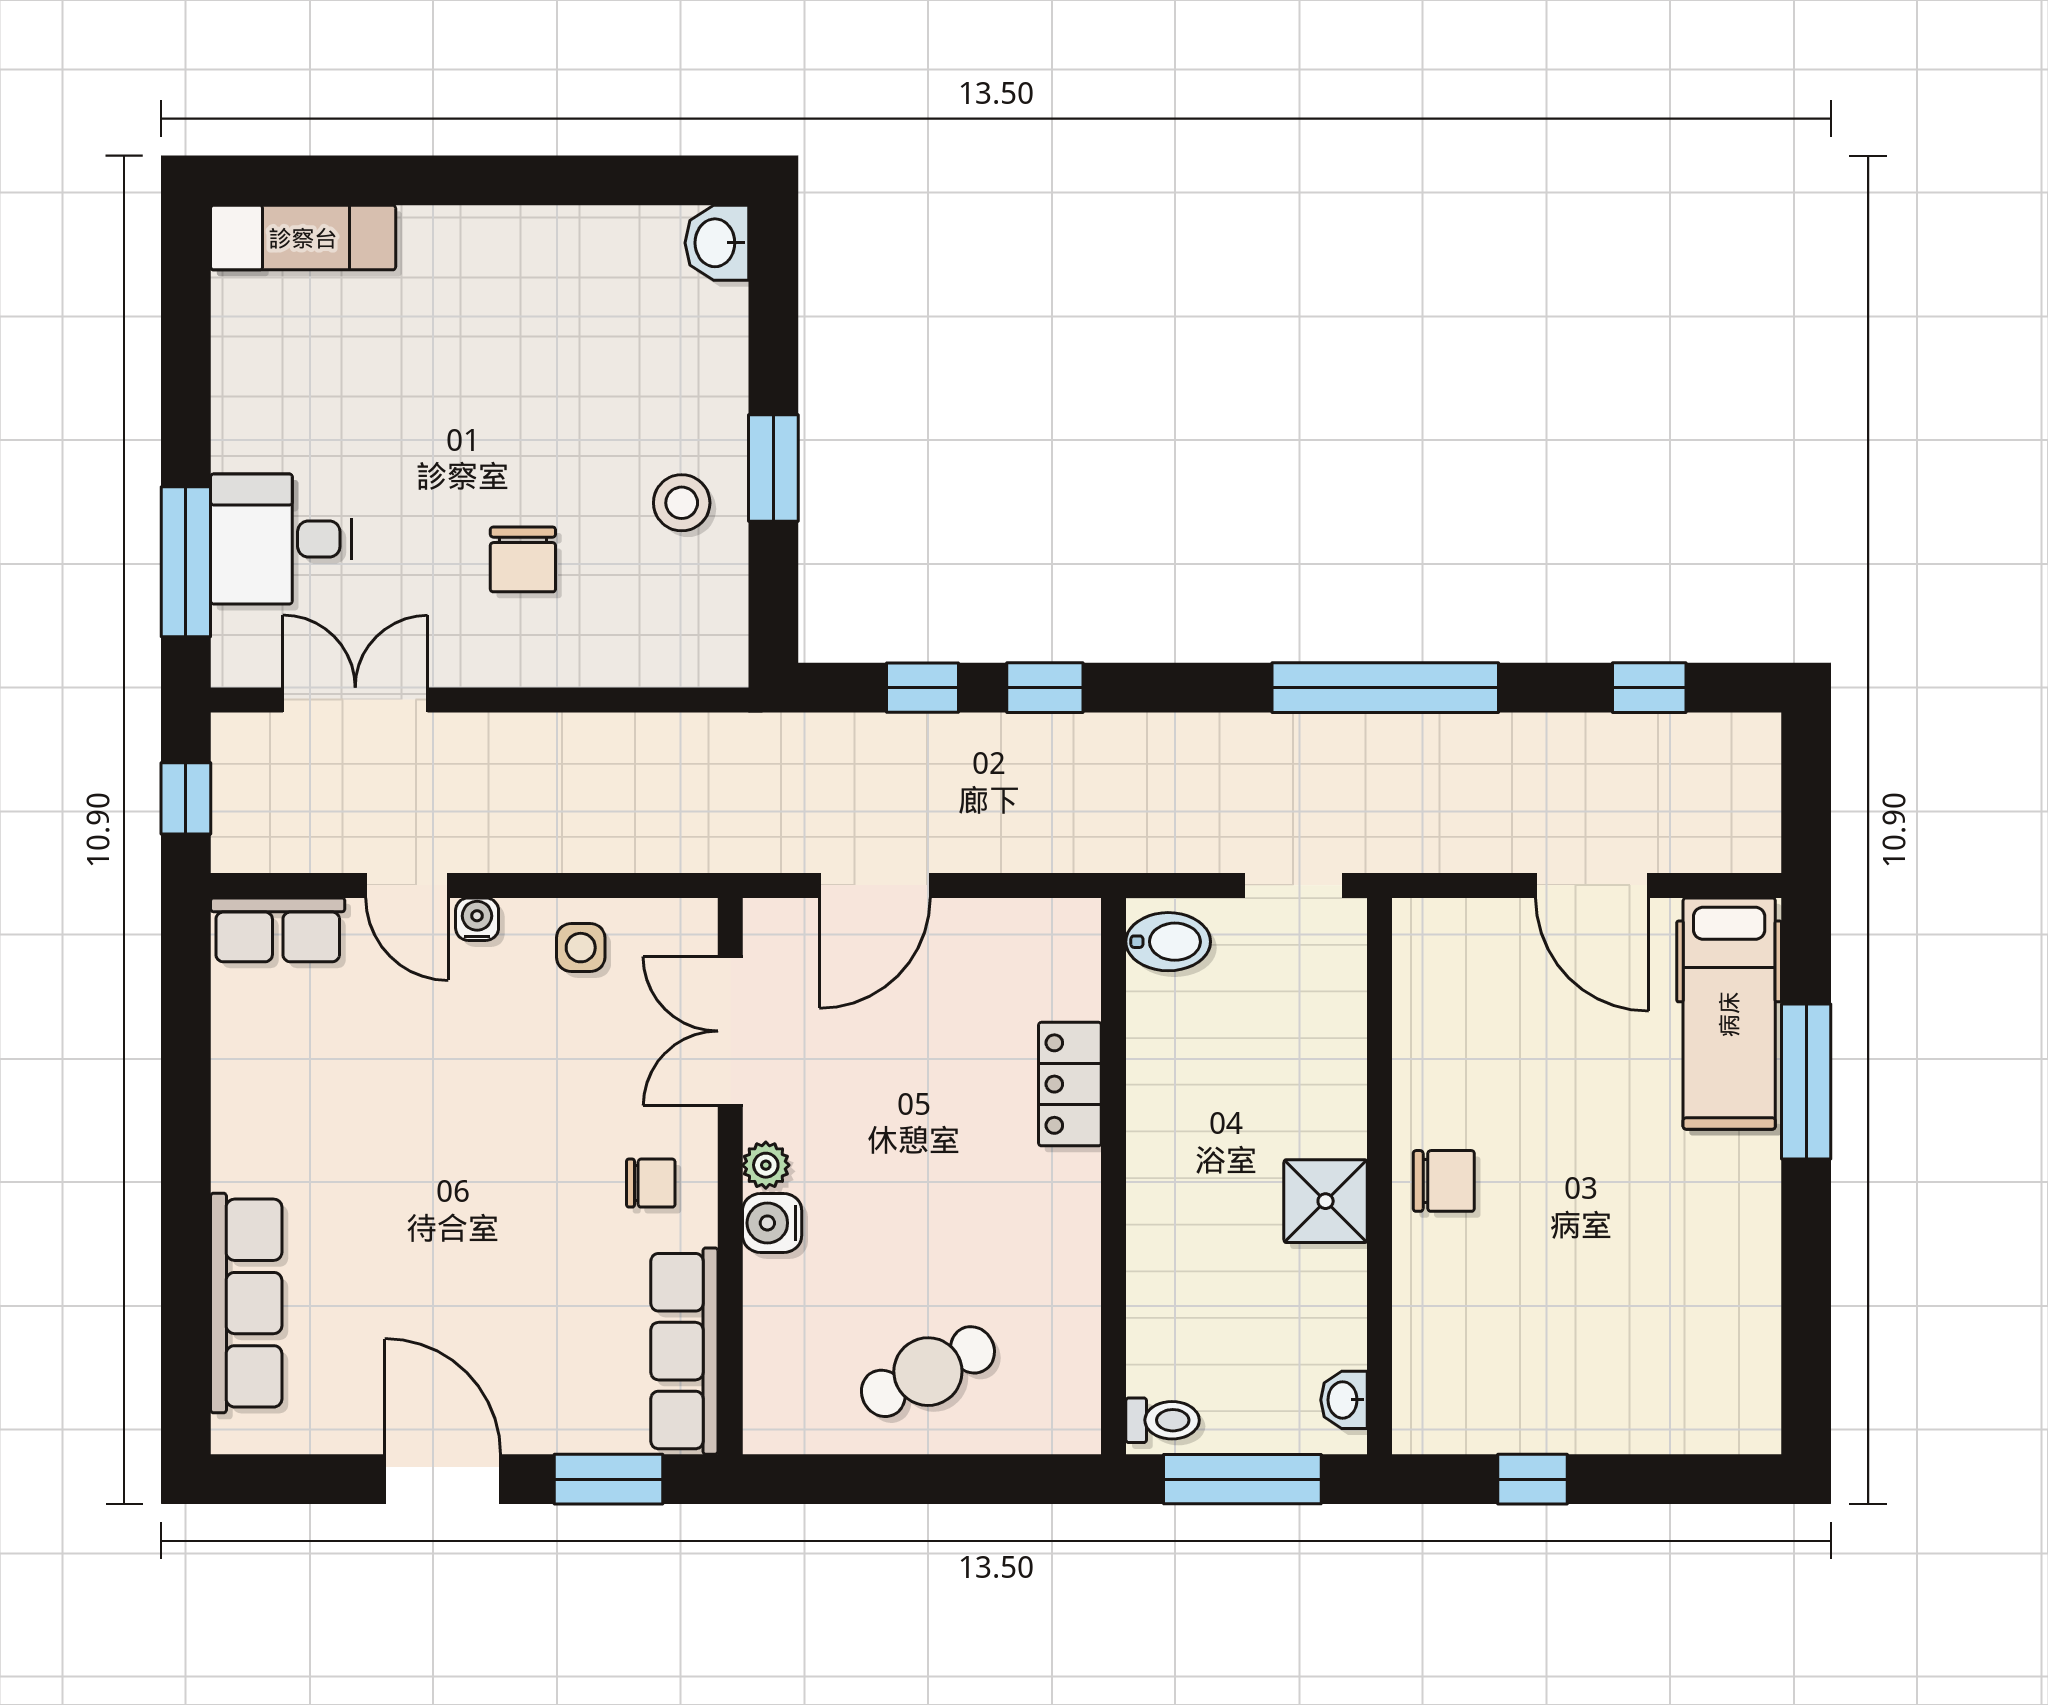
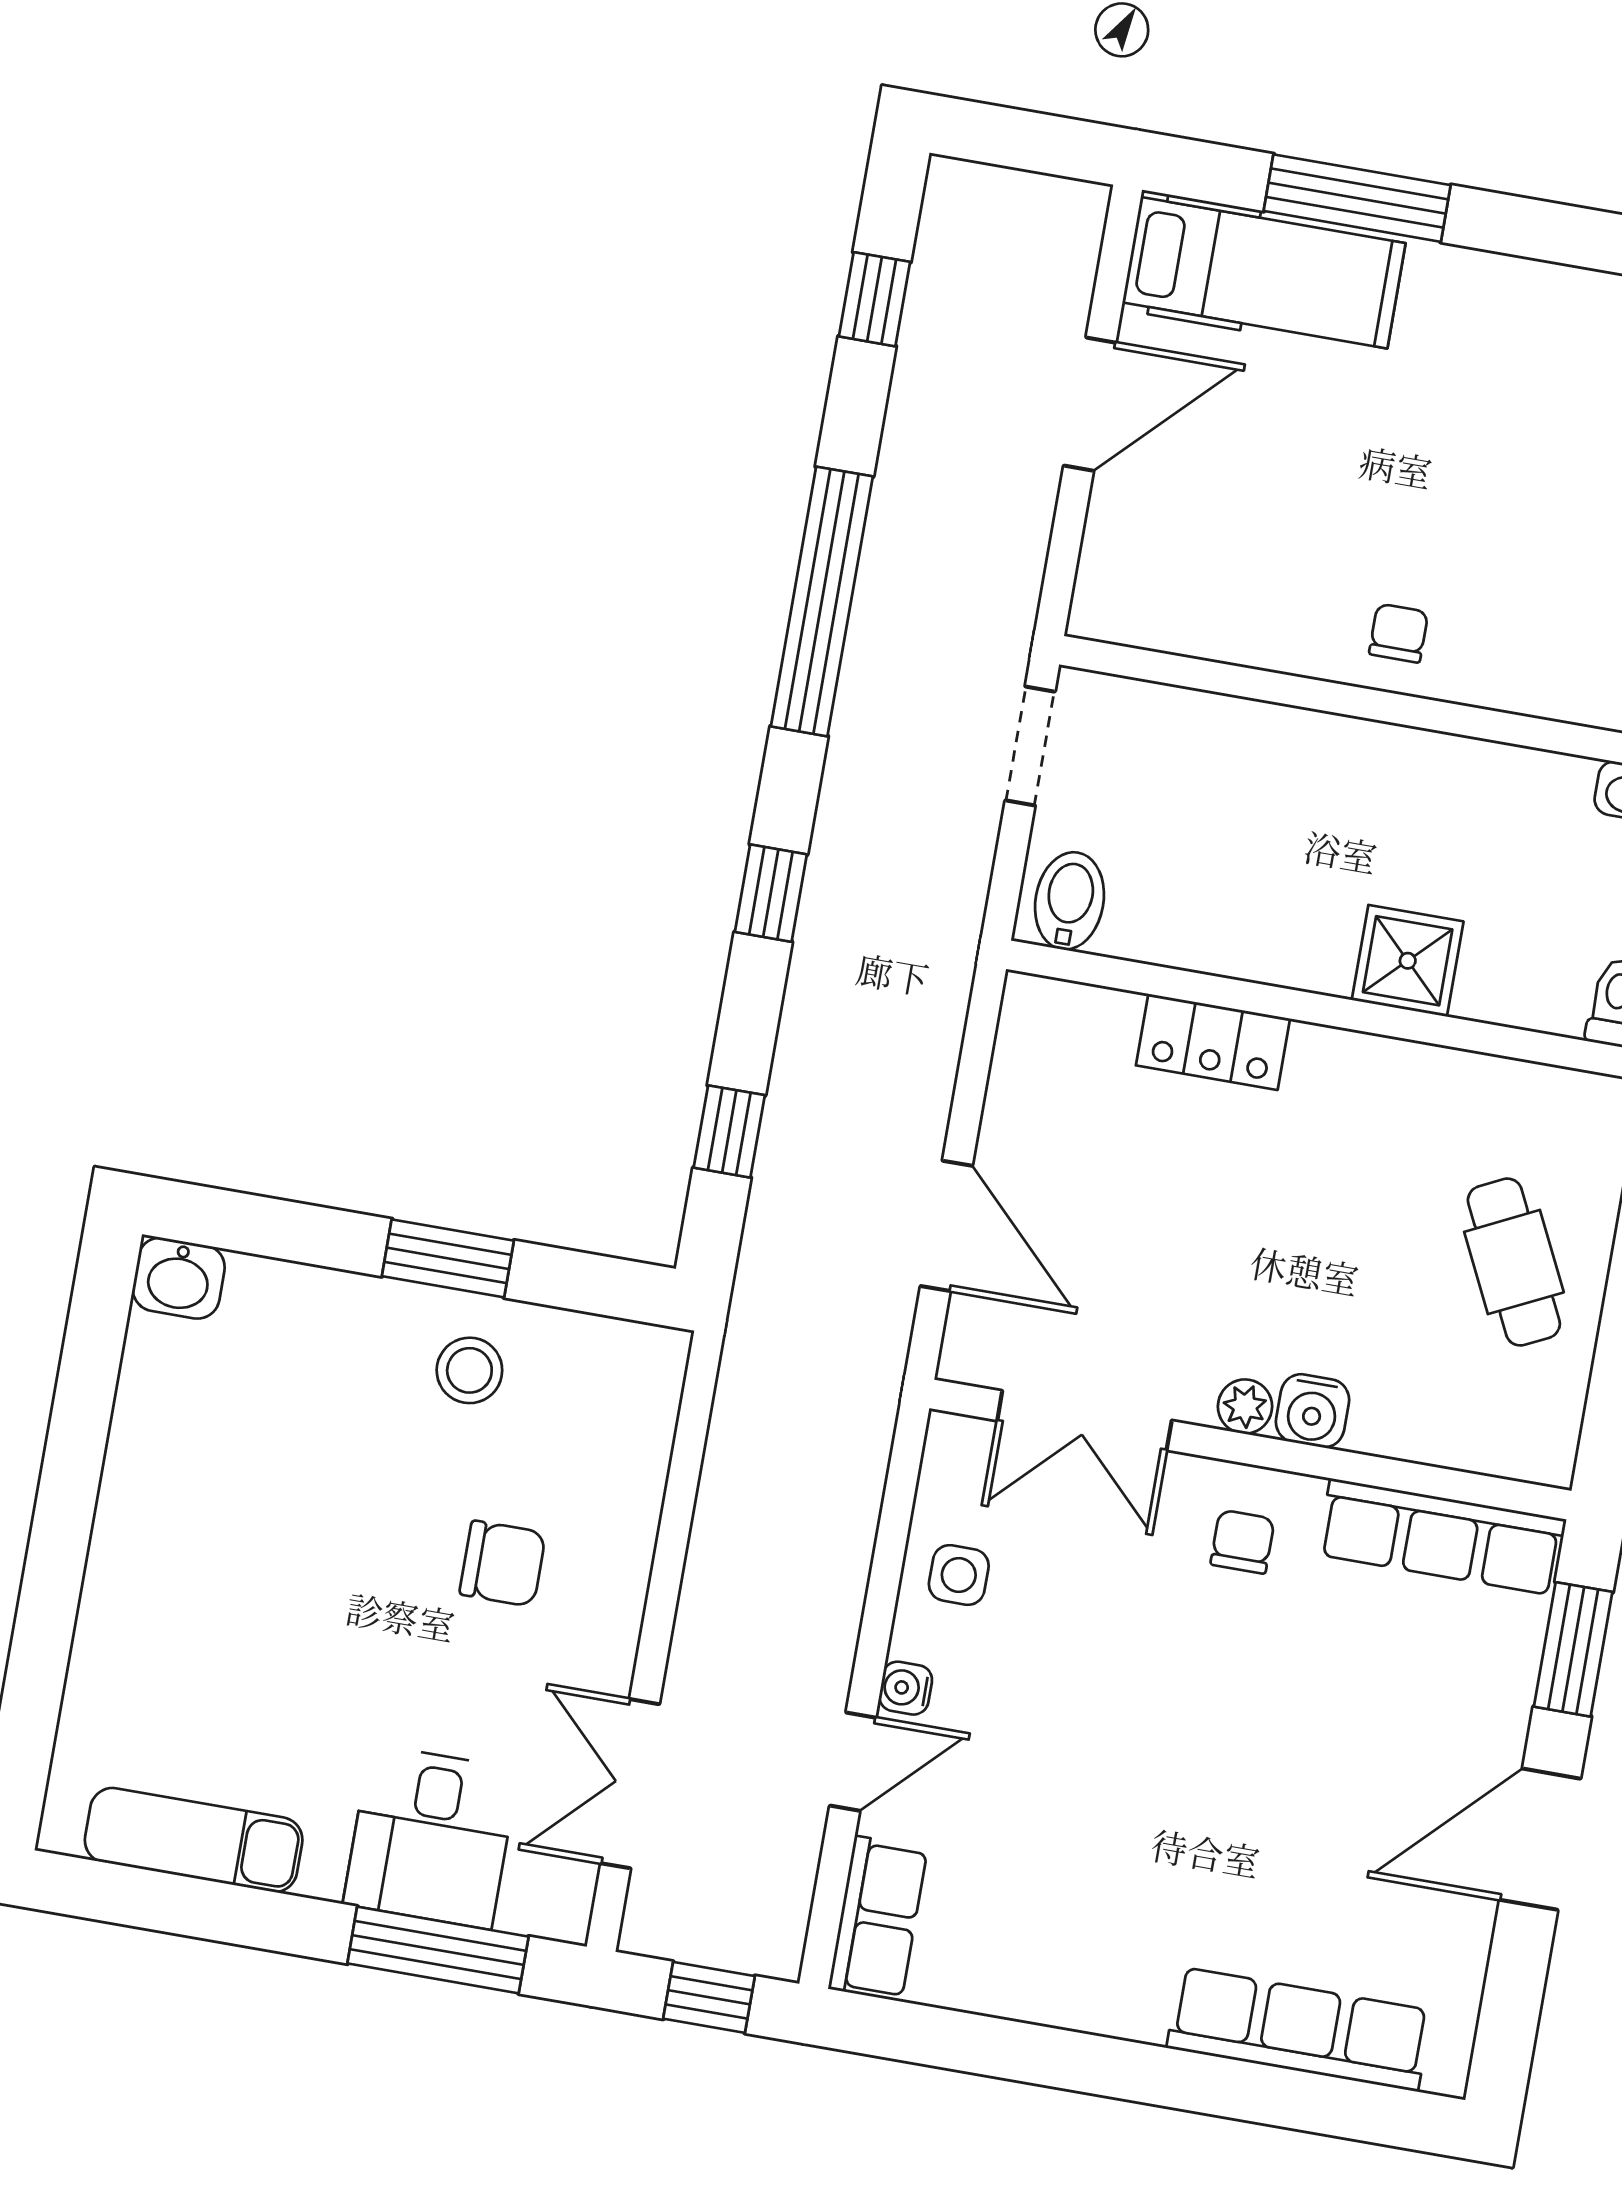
exam couch: (303, 238) -> (194, 1840), moved, turned -90
window: (1045, 688) -> (771, 893), moved
chair: (1444, 1181) -> (1399, 633), width x0.73, depth x0.73
shower: (1326, 1201) -> (1408, 961), moved

